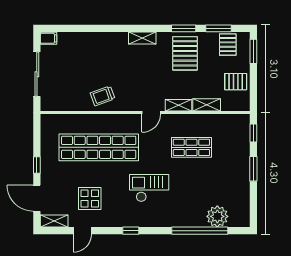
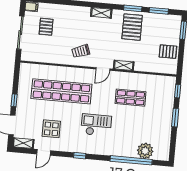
pallet: (228, 45) -> (46, 27), moved
trolley: (103, 96) -> (81, 51), moved
shelving: (207, 105) -> (145, 67), removed

